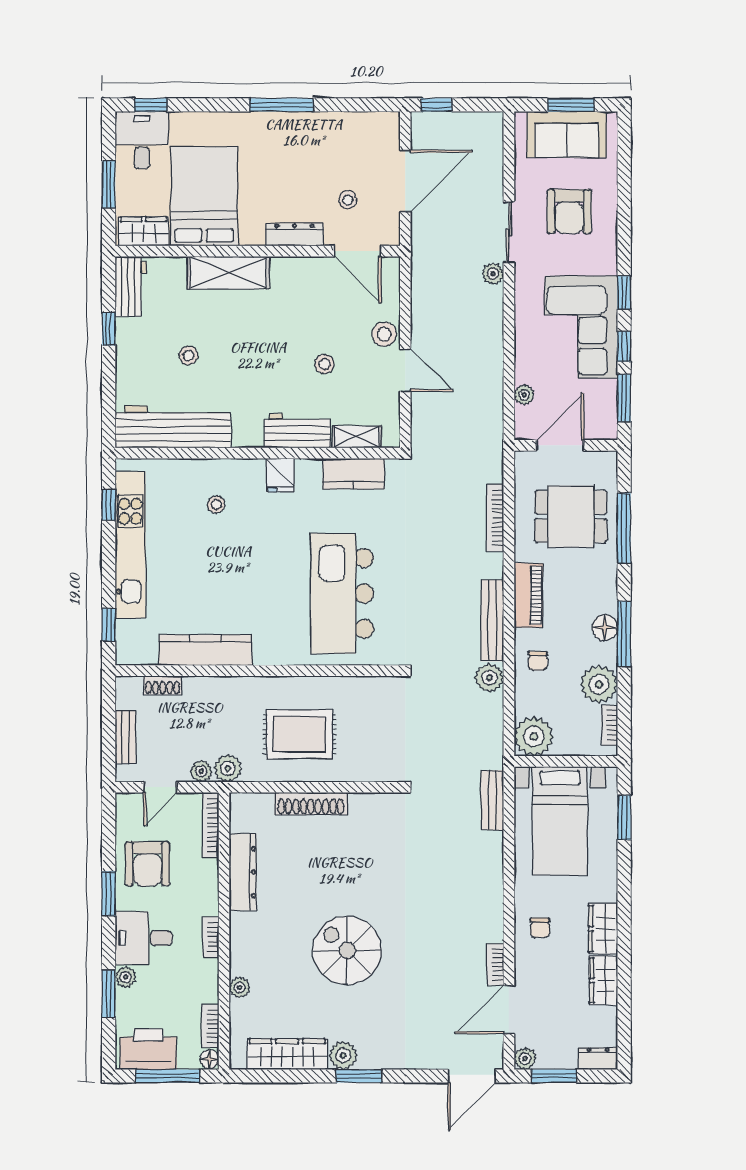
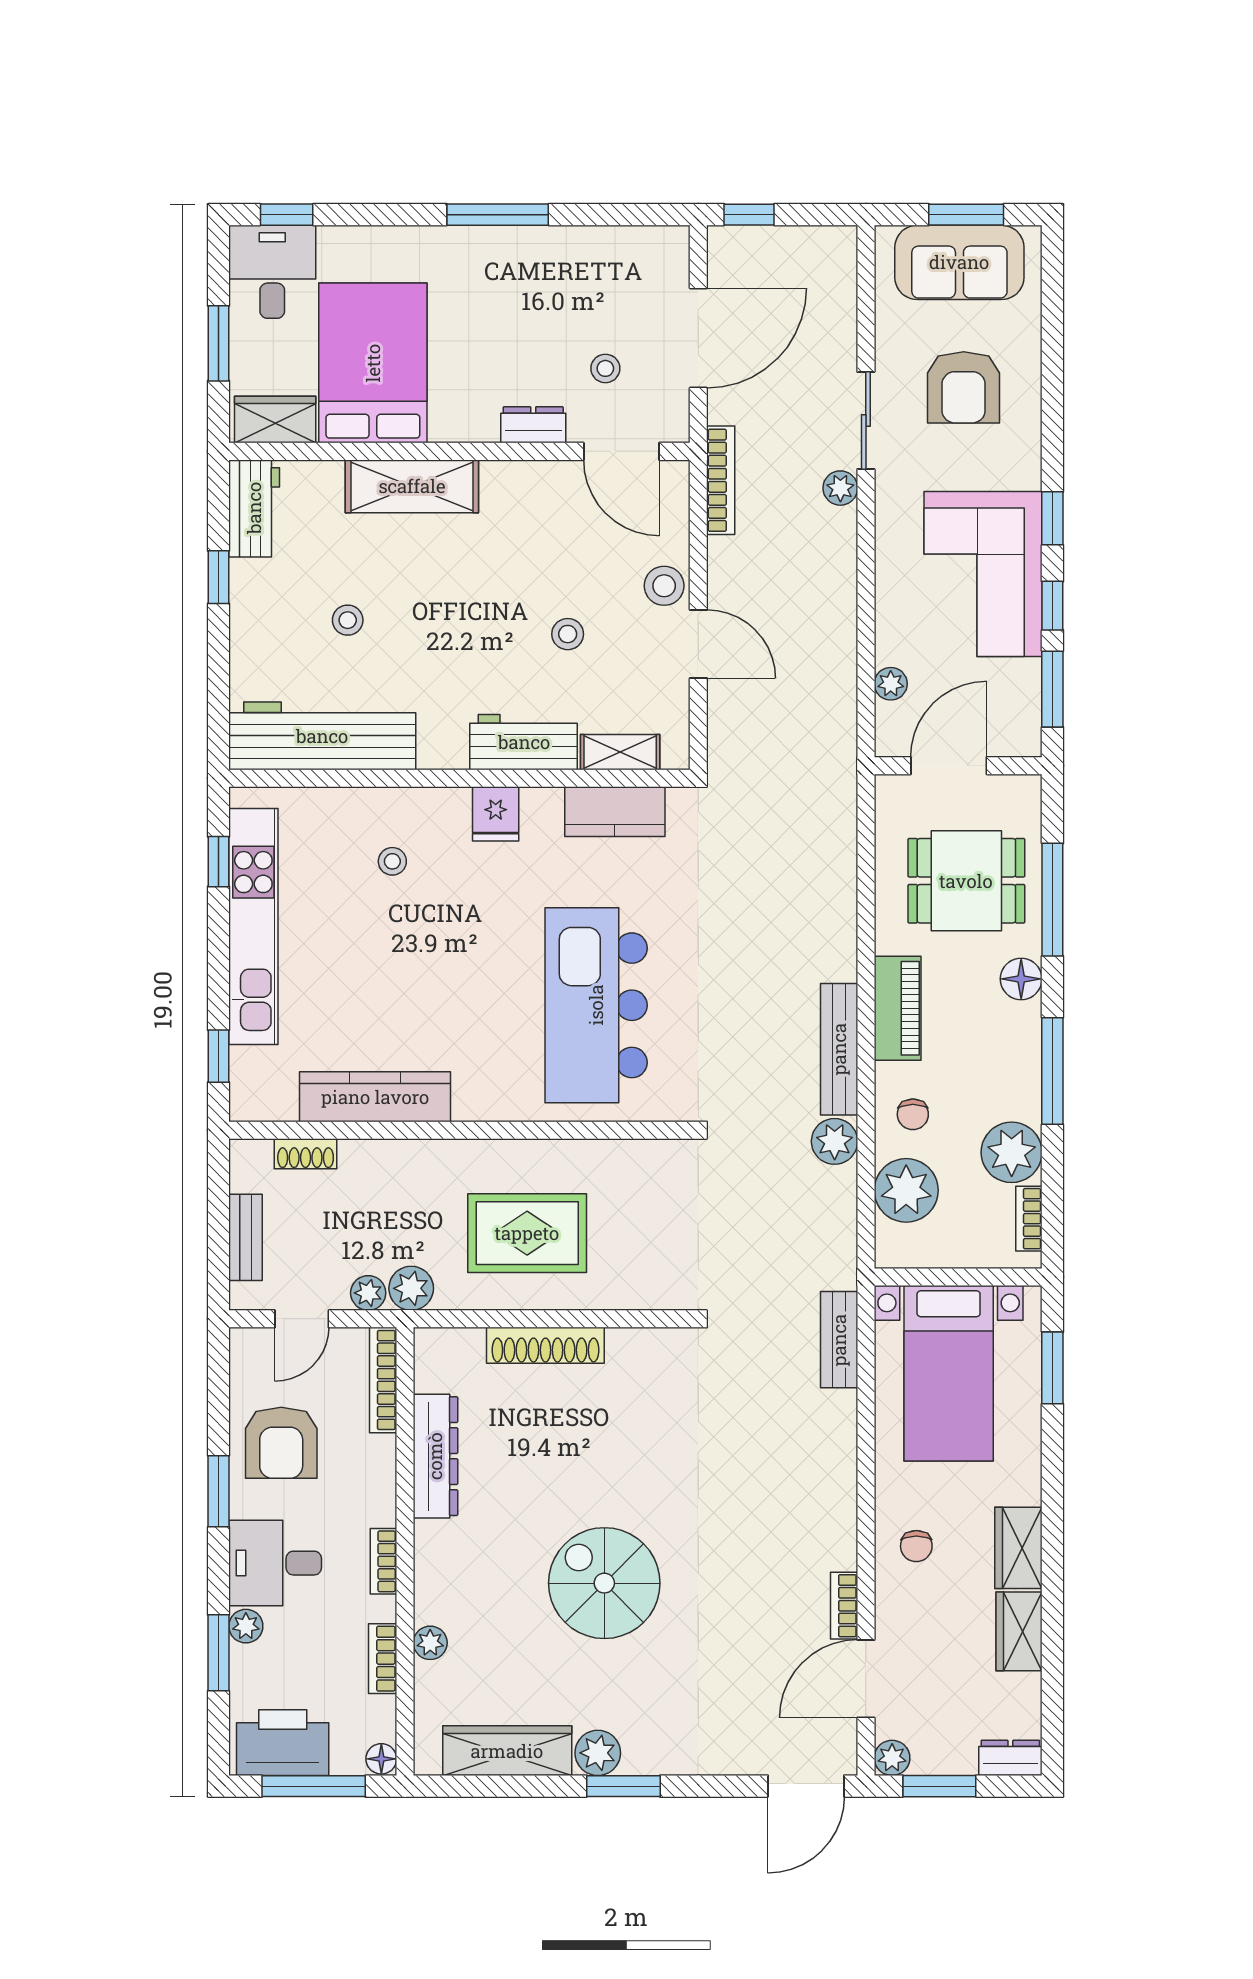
dresser: (294, 235) -> (533, 425), width x0.70
bookcase: (495, 518) -> (721, 480), moved, turned 180
floor lamp: (605, 628) -> (1021, 979), moved
plant: (534, 736) -> (906, 1190), moved
bookcase: (210, 1026) -> (383, 1659), moved

